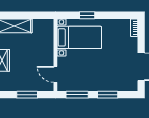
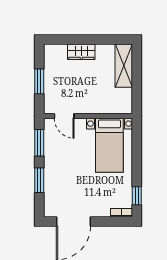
window: (87, 15) -> (137, 196), moved
door: (55, 74) -> (64, 116), swing flipped

